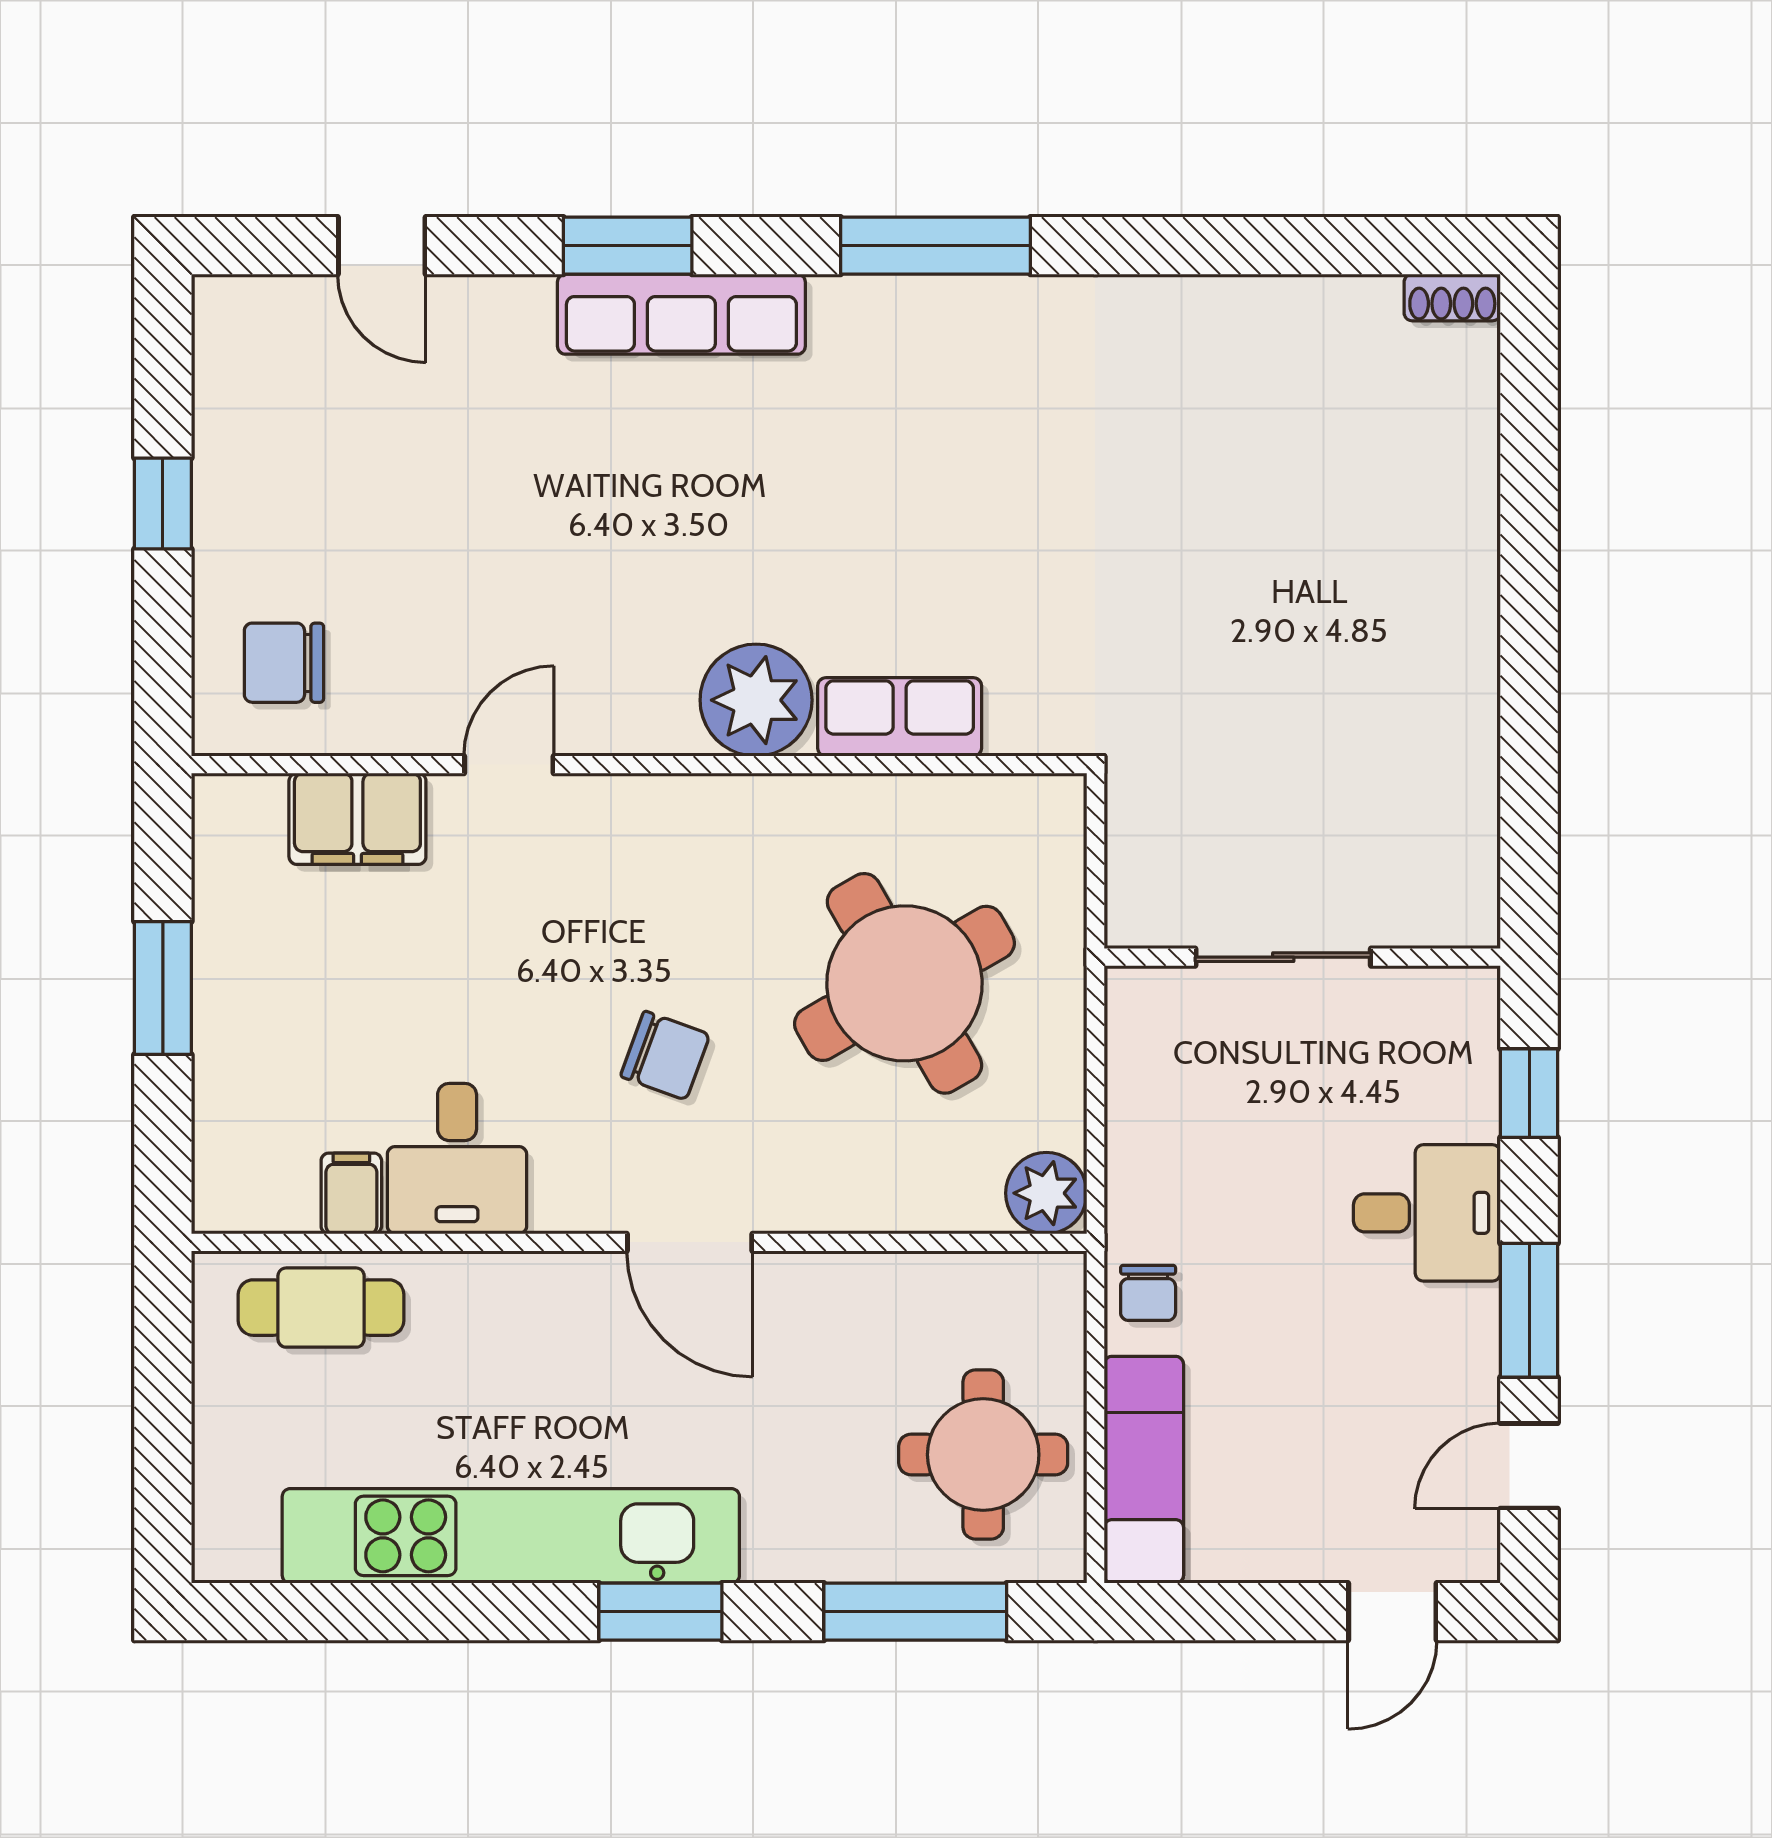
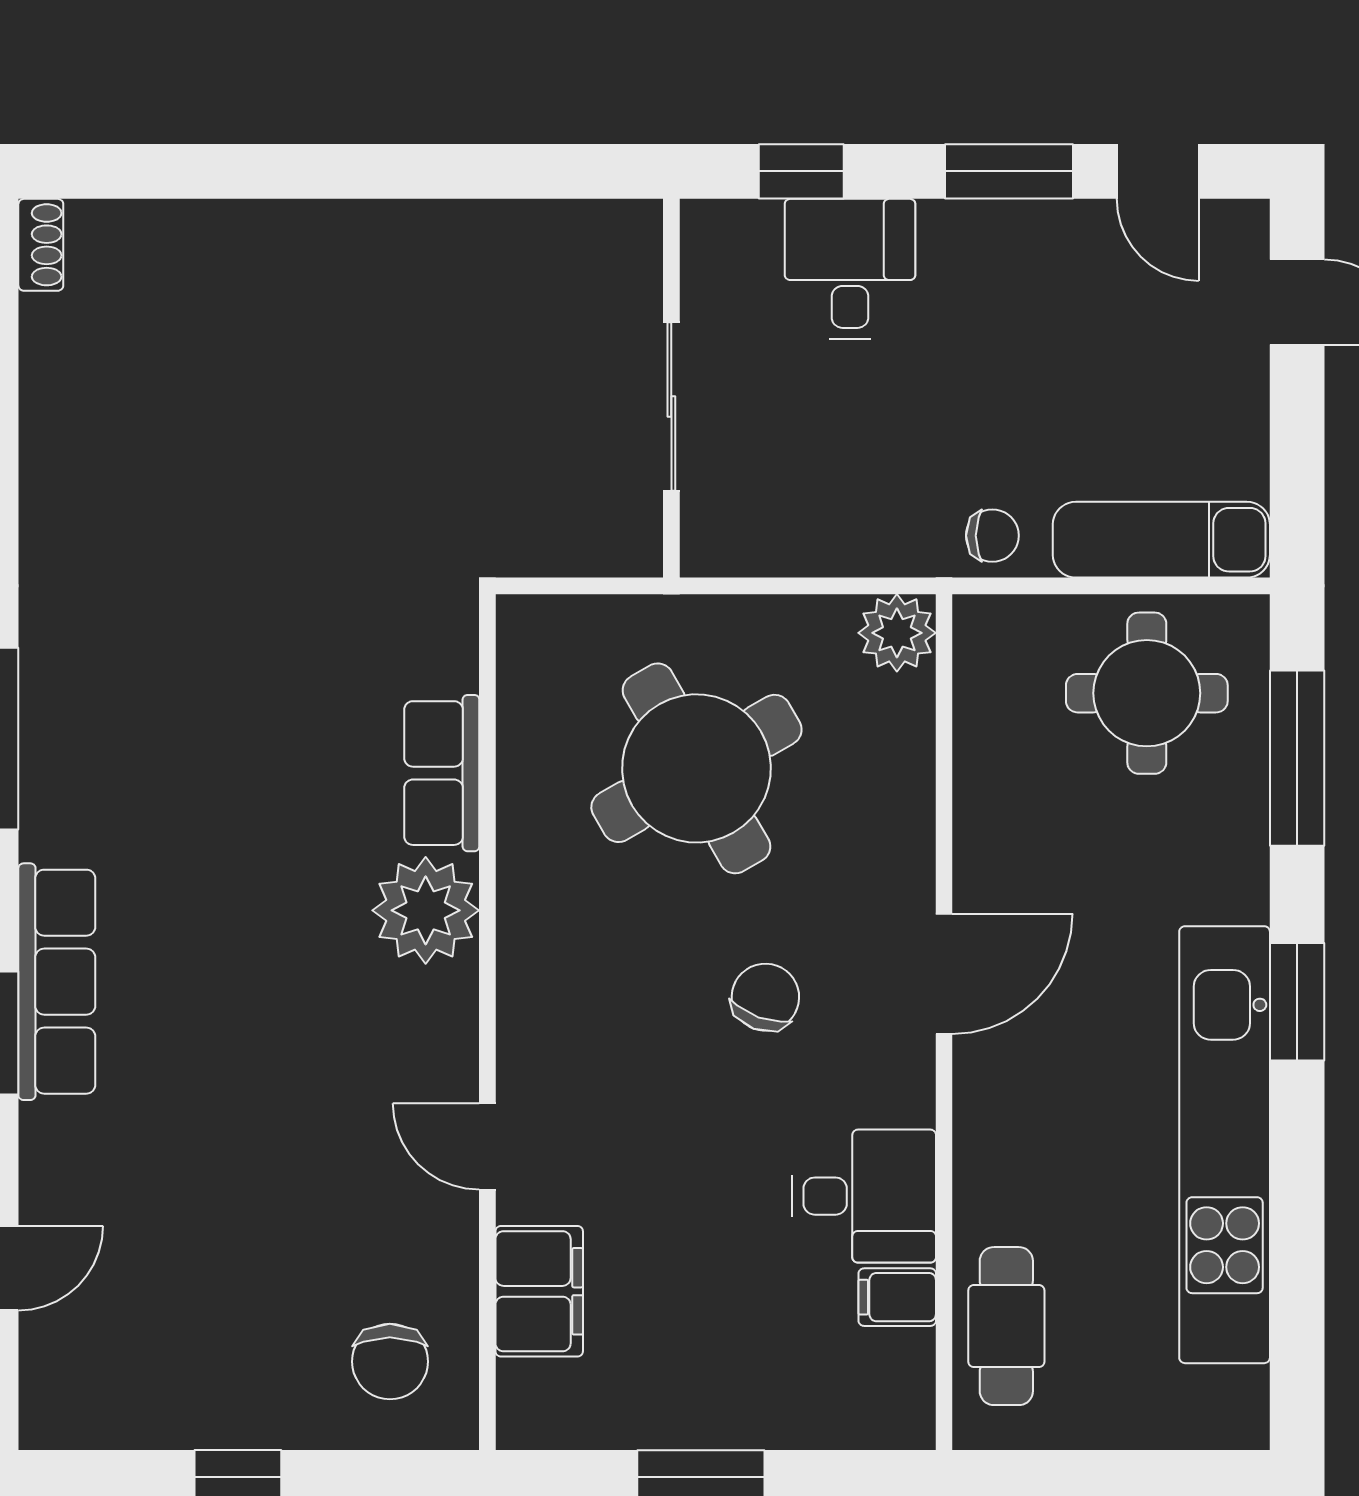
desk: (1427, 1213) -> (850, 269), moved

